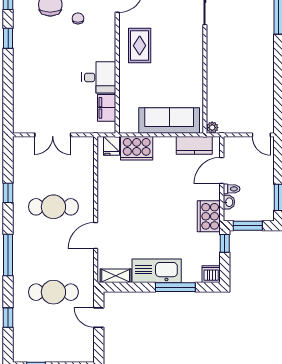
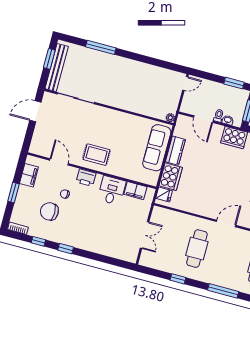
printer: (106, 40) -> (86, 178), added
kitchen counter: (194, 145) -> (175, 151), moved
door: (96, 236) -> (226, 223), swing flipped

